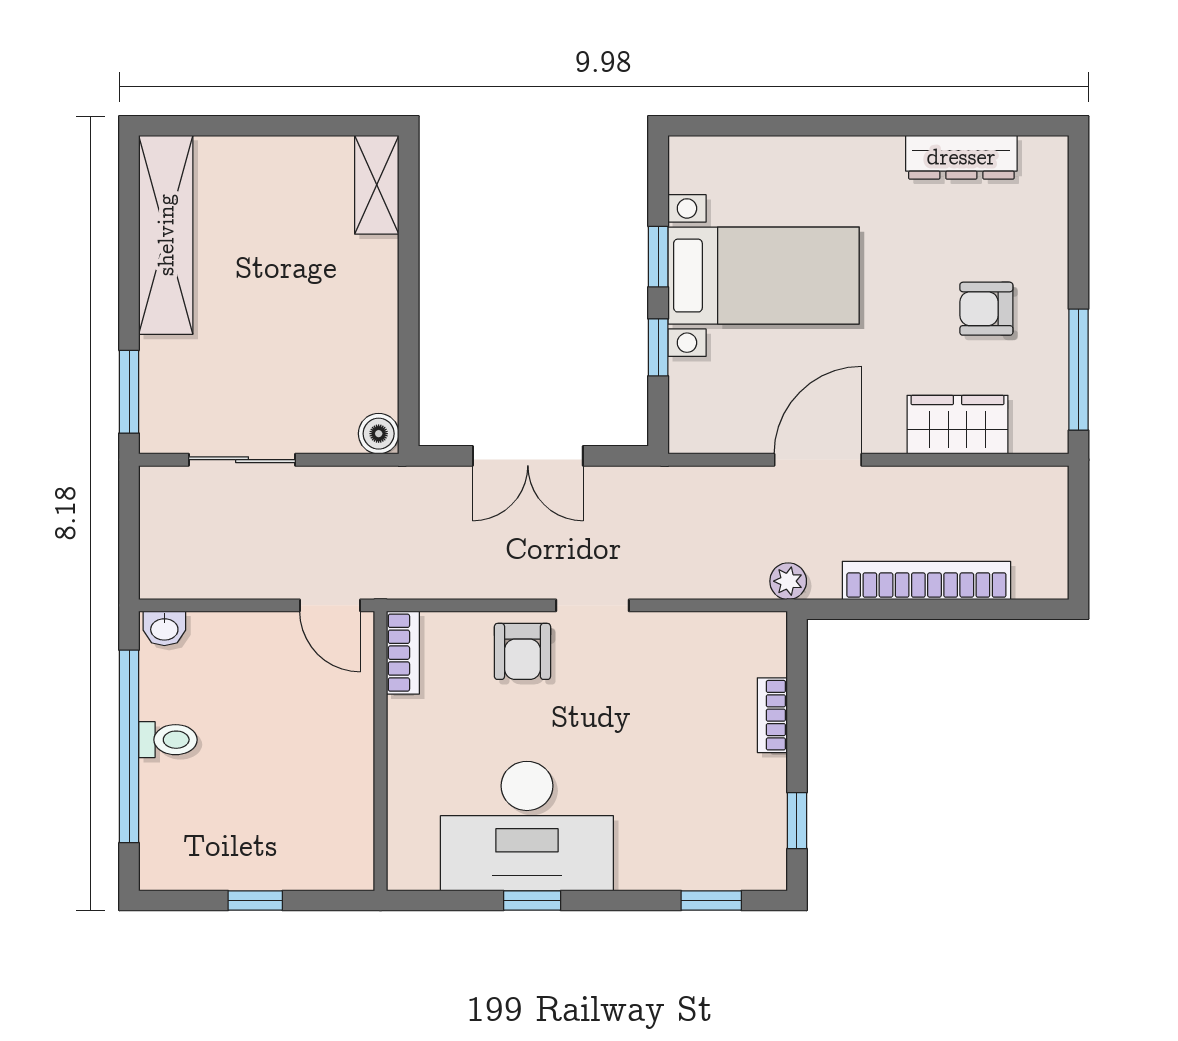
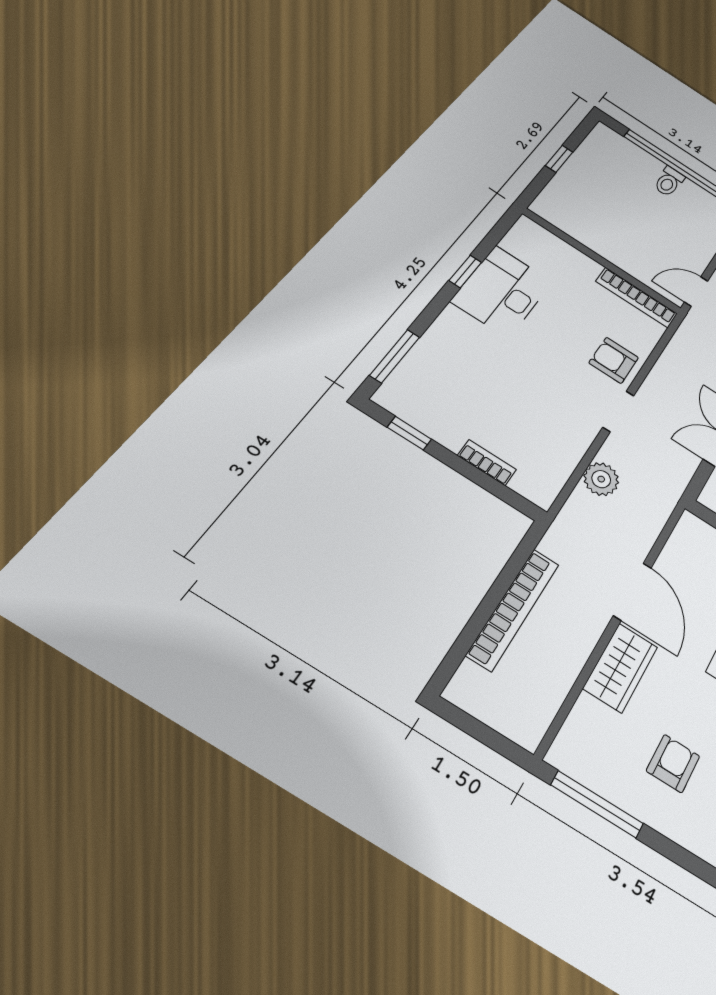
wardrobe: (957, 425) -> (621, 668), moved
plant: (788, 581) -> (601, 479), moved, width x1.38, depth x1.38
bookcase: (403, 653) -> (637, 297), width x1.56
desk: (527, 826) -> (502, 292), width x0.73, depth x0.77
window: (711, 900) -> (395, 356), width x1.50

